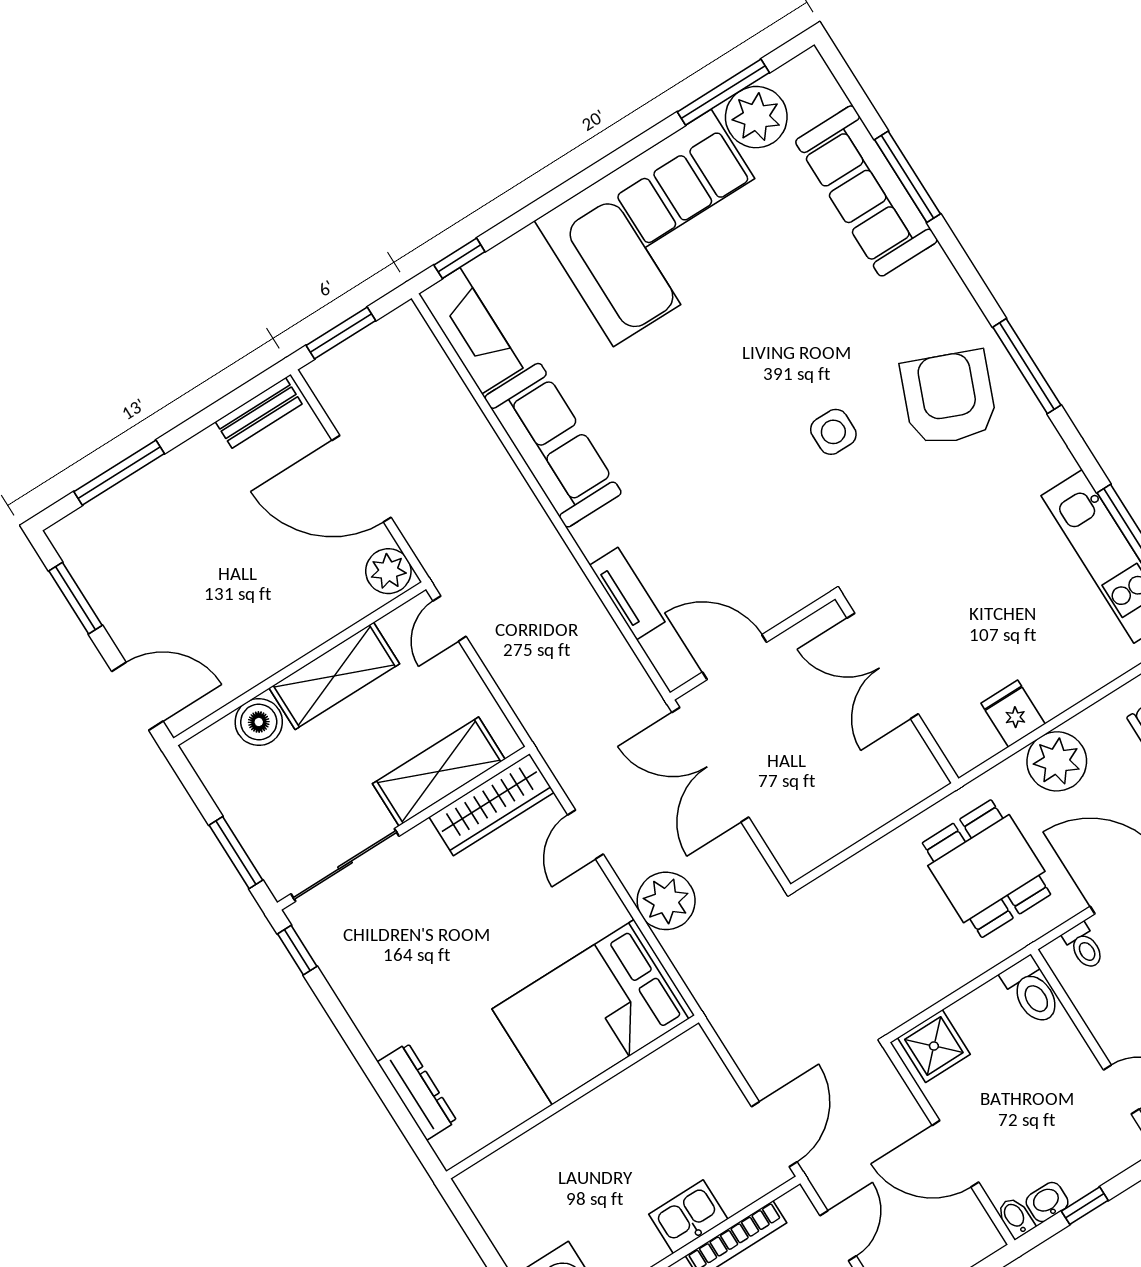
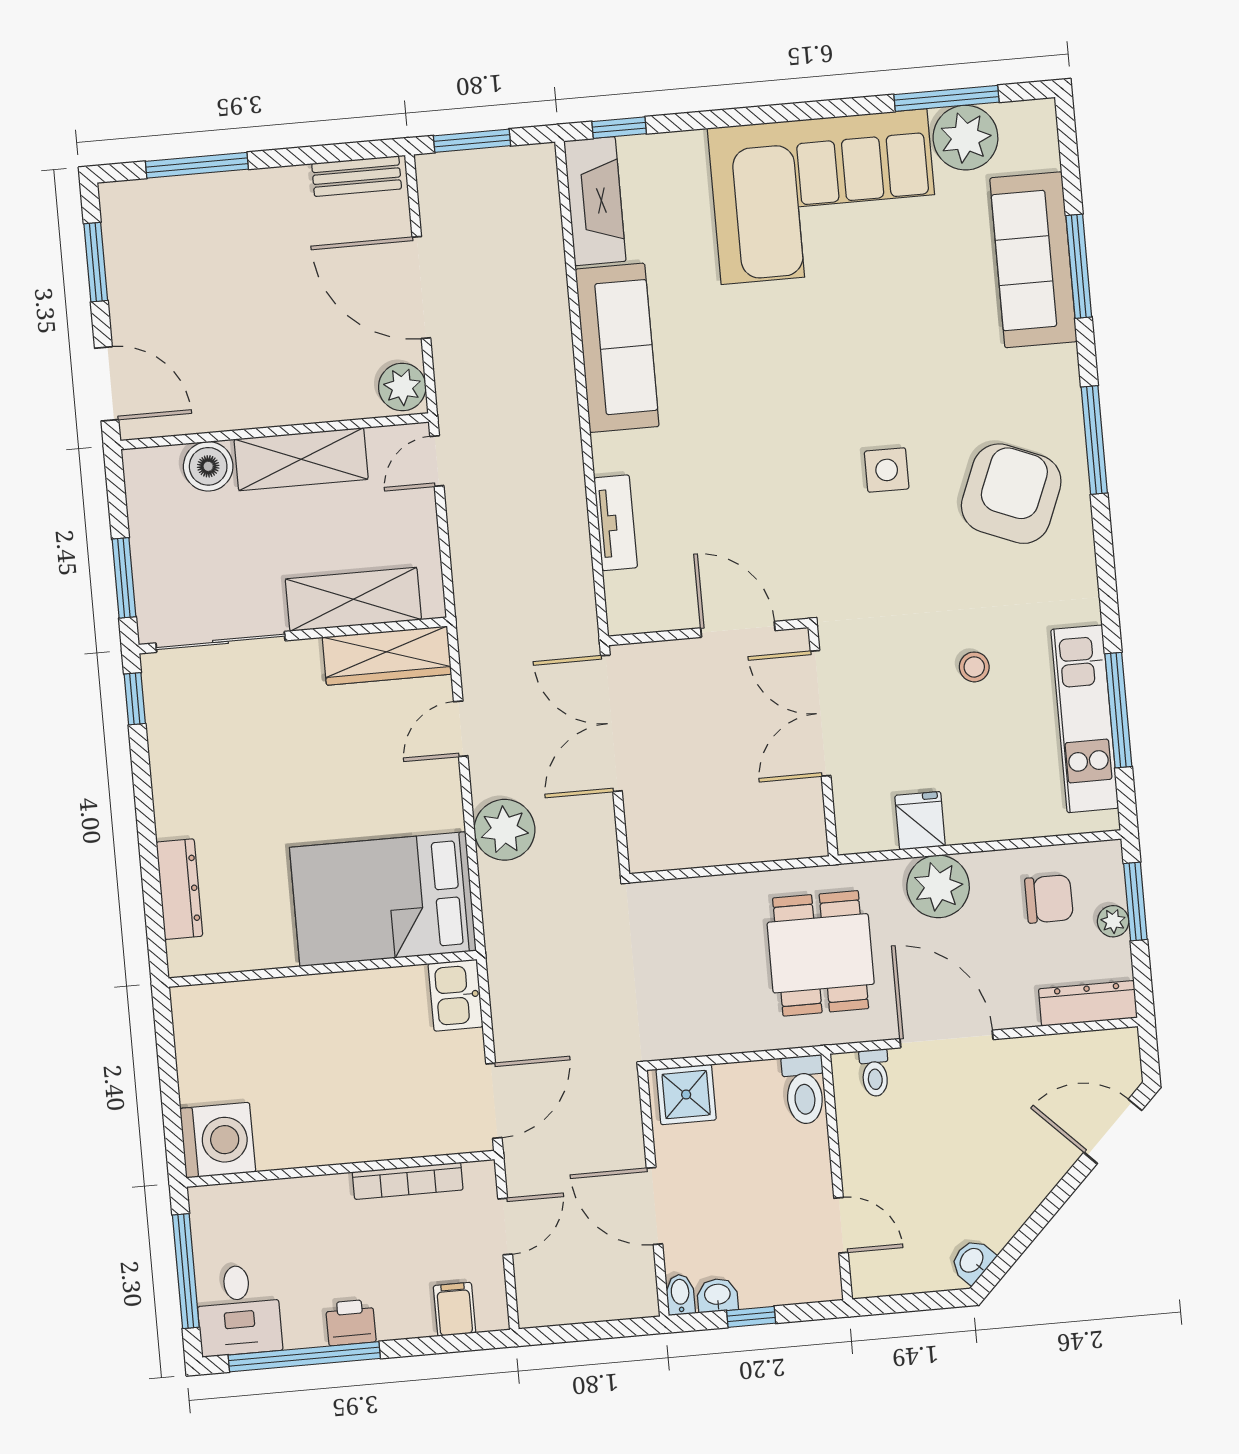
window: (1027, 366) -> (1094, 440), moved
stool: (992, 560) -> (974, 667), added
door: (735, 657) -> (738, 629), moved
kitchen sink: (688, 1217) -> (456, 995), moved, turned -90

